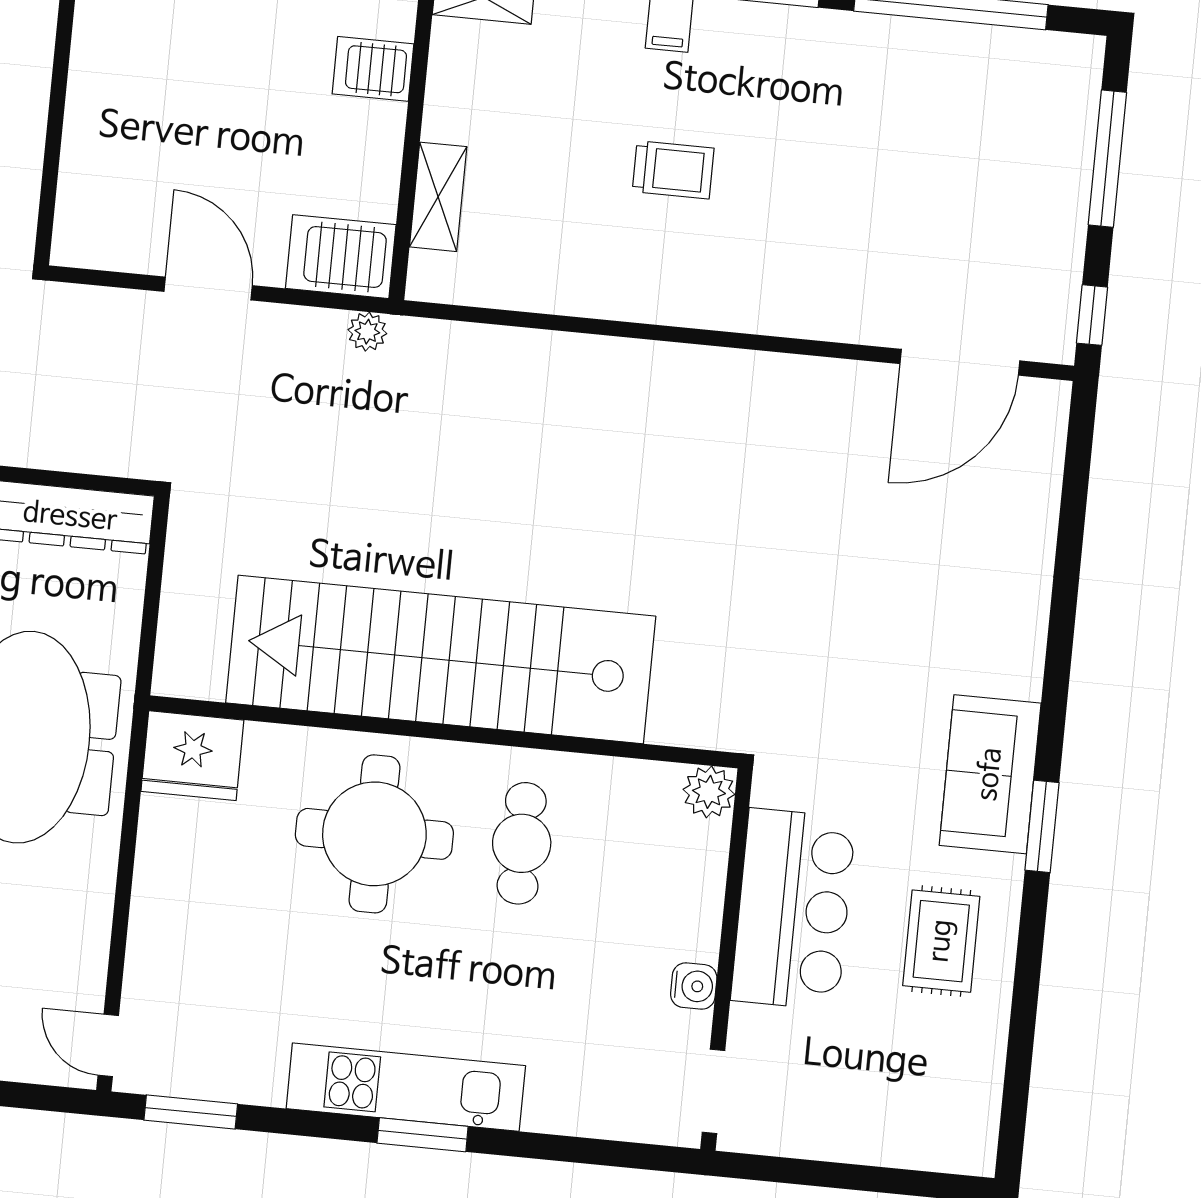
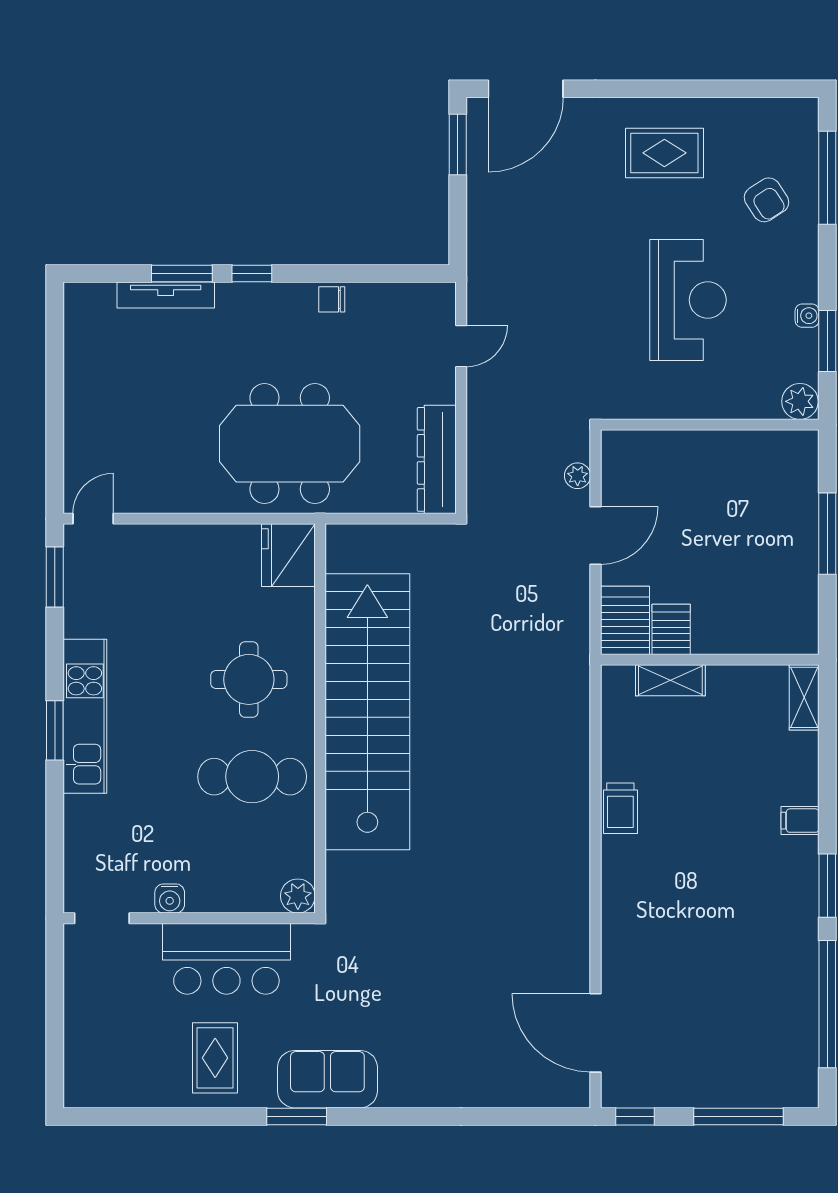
server rack: (373, 69) -> (671, 629), moved
trolley: (673, 170) -> (620, 808), moved
plant: (367, 332) -> (578, 476), moved
round table: (374, 834) -> (249, 679), width x0.73, depth x0.73
cafe table: (522, 843) -> (252, 777), width x1.37, depth x1.35
rug: (941, 941) -> (215, 1058), turned 90

